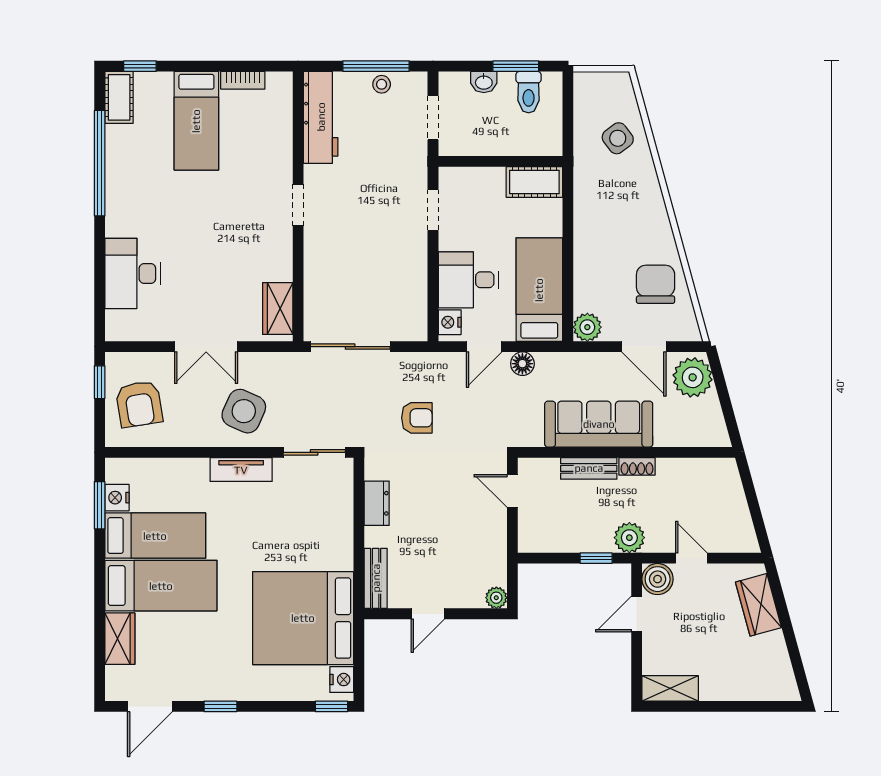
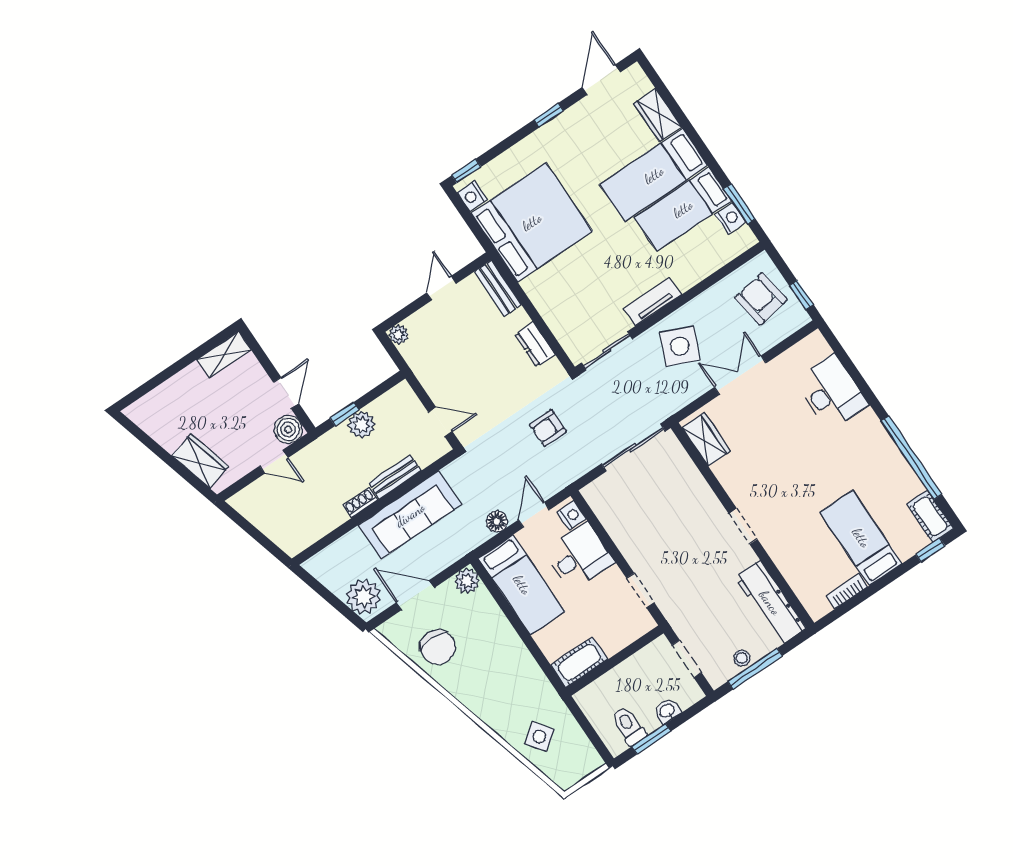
plant: (629, 538) -> (362, 425), moved

